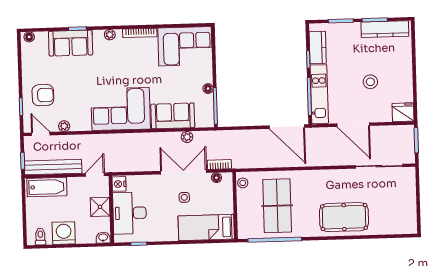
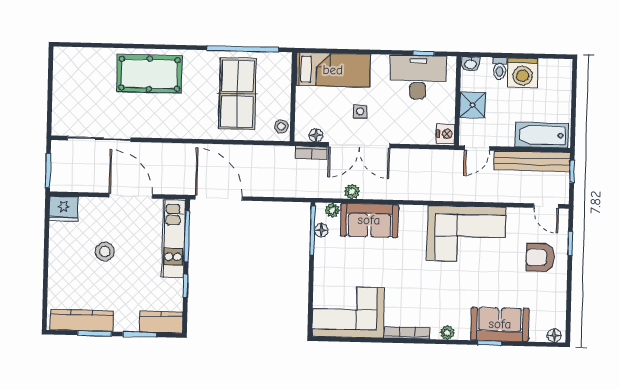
kitchen counter: (318, 47) -> (161, 322), moved, turned 90
floor lamp: (208, 89) -> (321, 230), moved
corner sofa: (121, 109) -> (466, 234), moved
plant: (64, 126) -> (332, 210), moved
desk: (130, 213) -> (418, 77), moved, turned -90
toilet: (40, 237) -> (500, 69), moved

